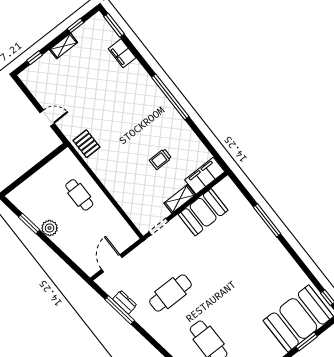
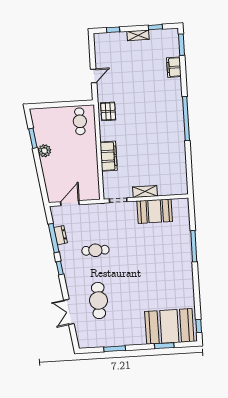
door: (47, 118) -> (94, 76), hinge flipped
trolley: (160, 159) -> (151, 156), removed
filing cabinet: (205, 176) -> (109, 156), moved, turned 90
cafe table: (79, 195) -> (80, 121), moved
cafe table: (170, 293) -> (95, 250), width x0.73, depth x0.74
window: (147, 336) -> (60, 268), added

